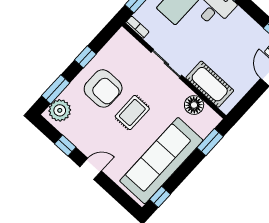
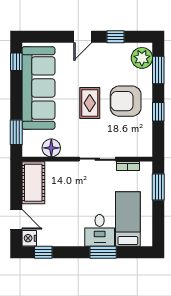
bookcase: (137, 27) -> (128, 166), moved
cot: (210, 84) -> (33, 183), moved, turned 90

